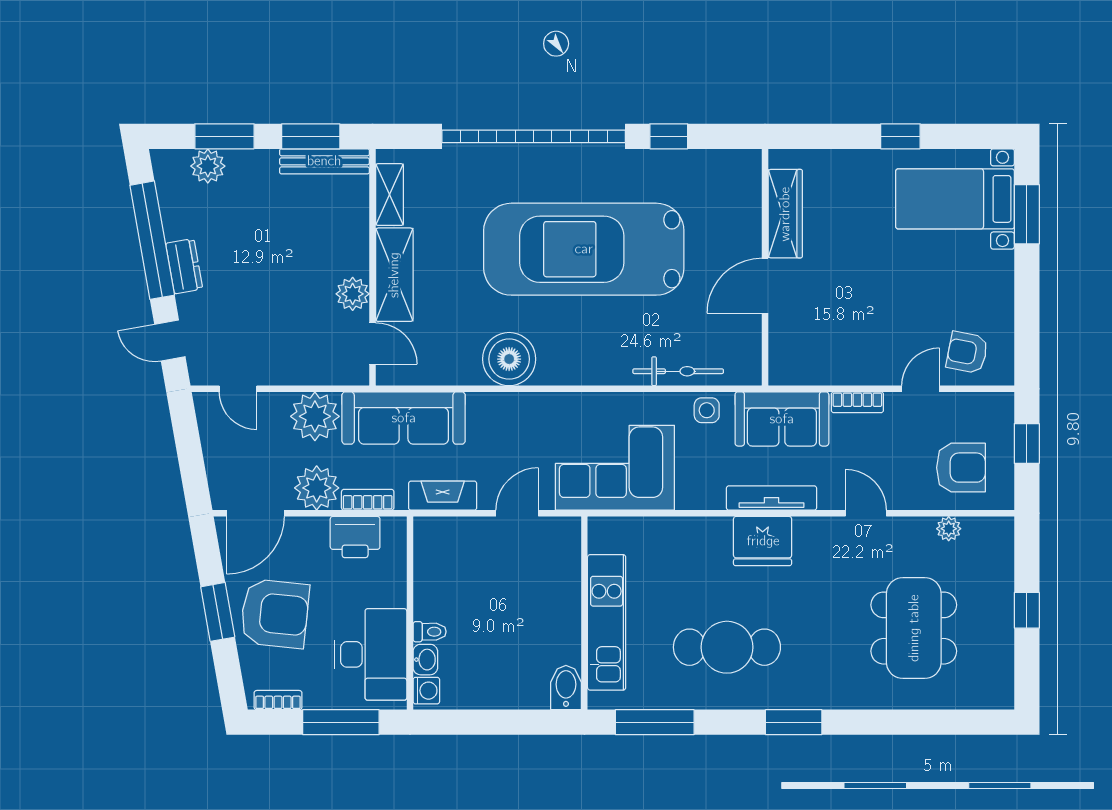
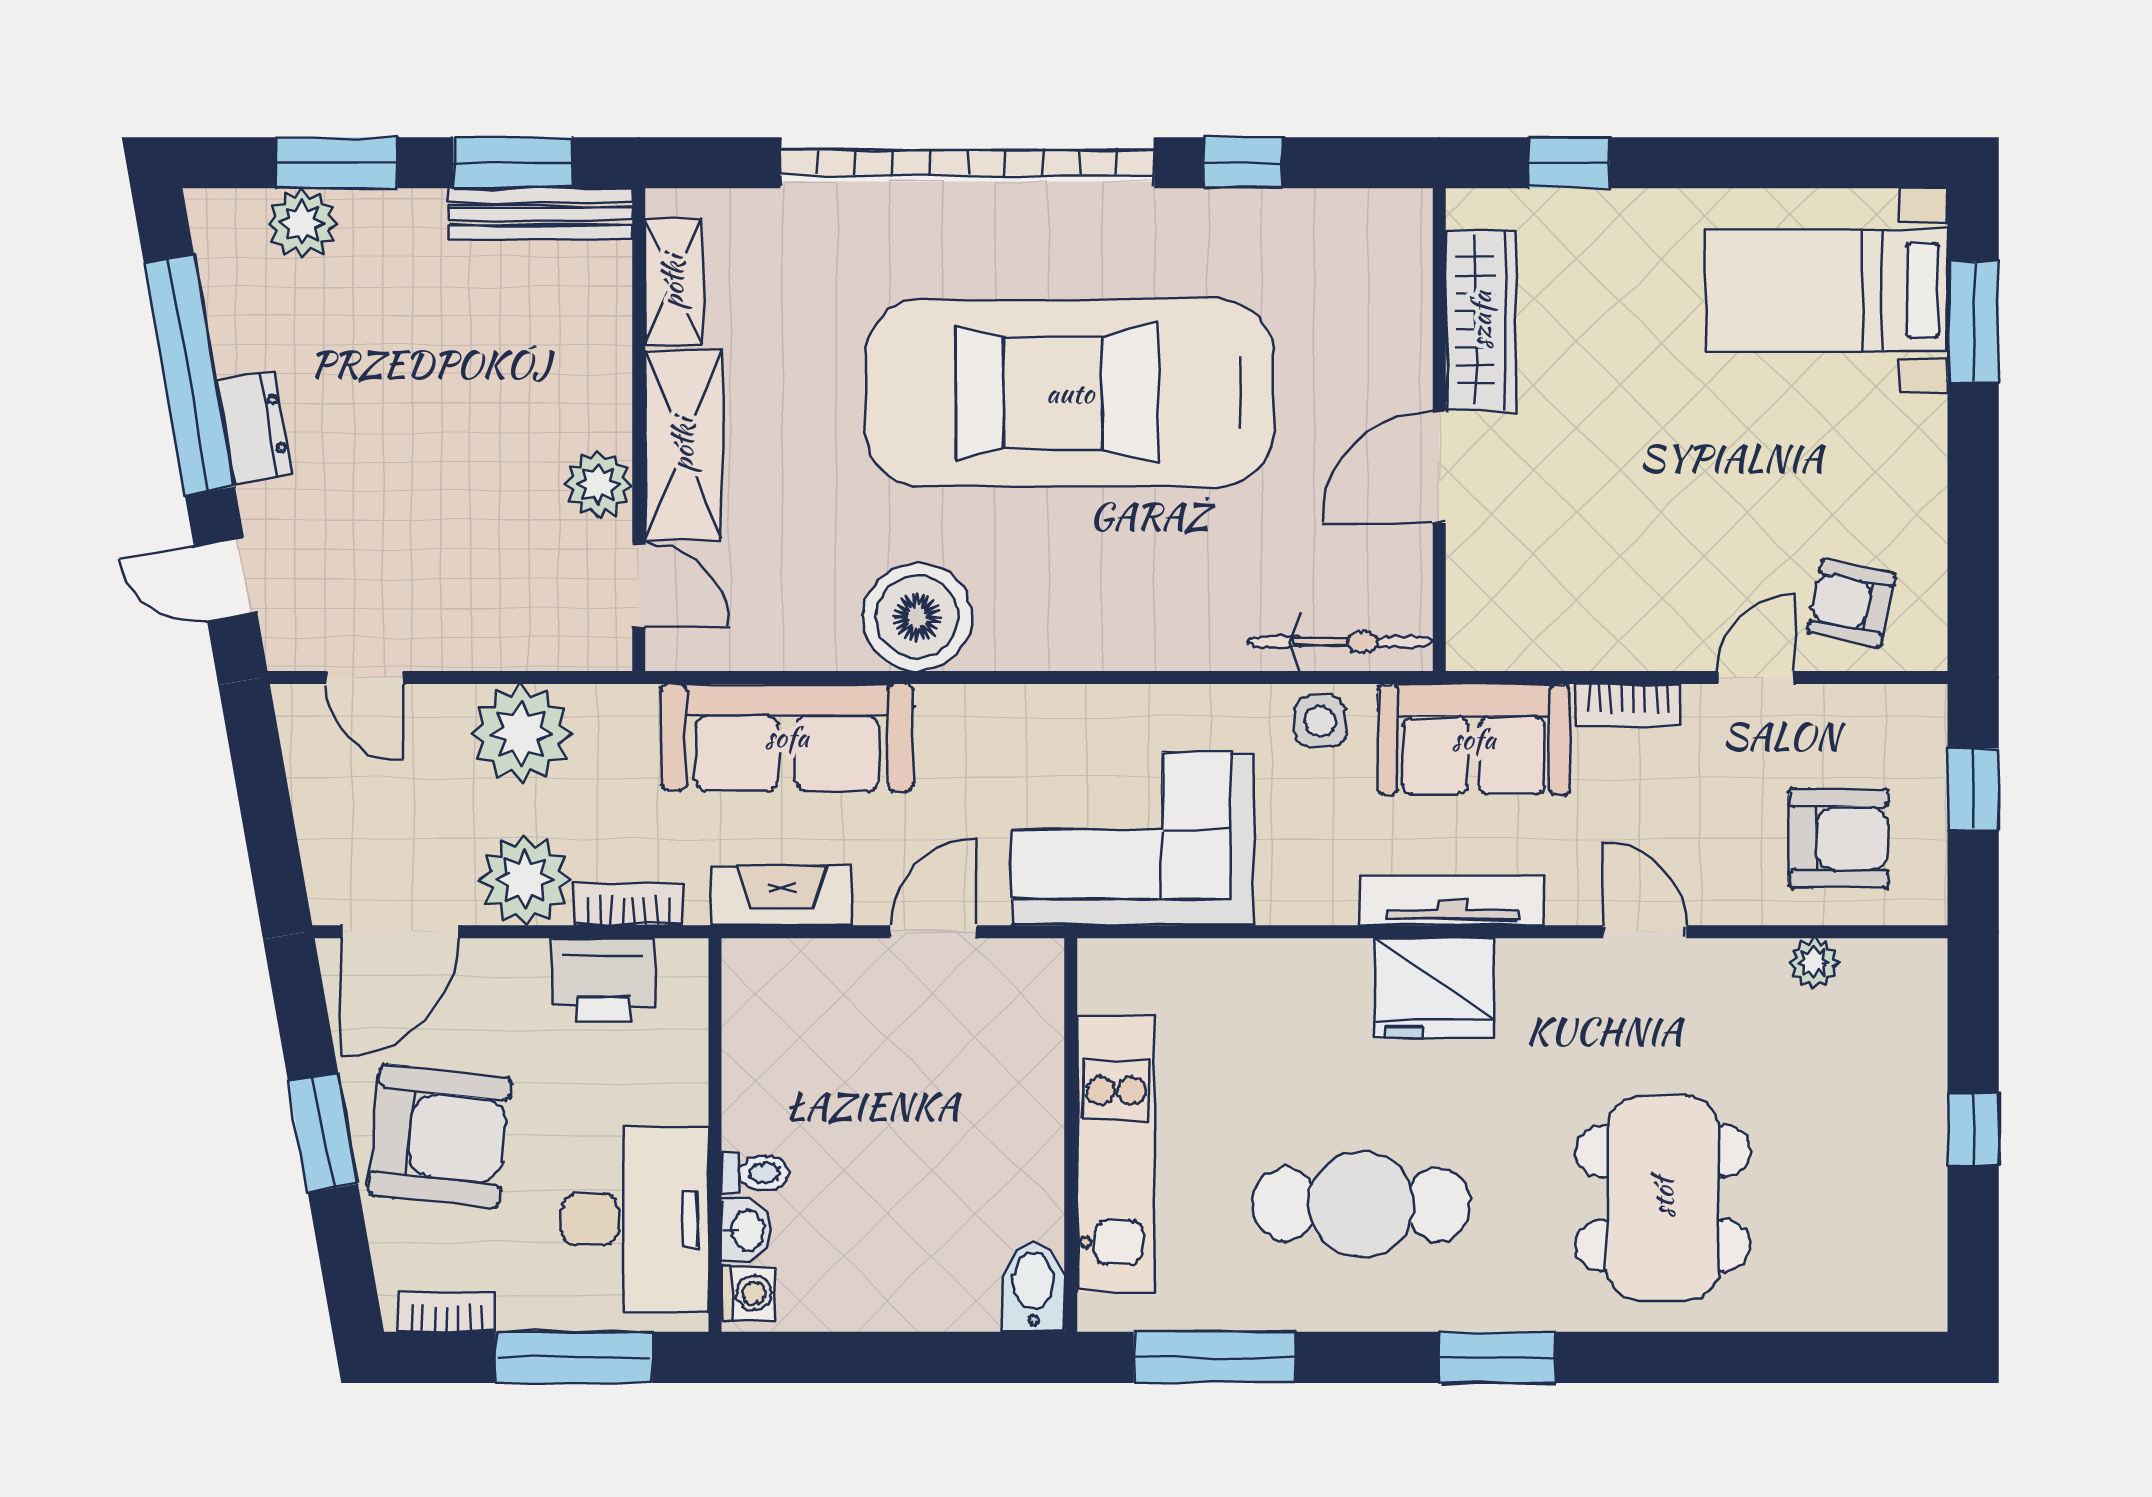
window: (900, 136) -> (1569, 163), moved
bicycle: (678, 371) -> (1341, 642), moved
sofa: (404, 418) -> (787, 737), moved
dining table: (914, 628) -> (1663, 1198), moved

